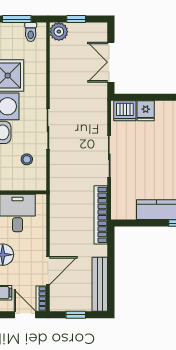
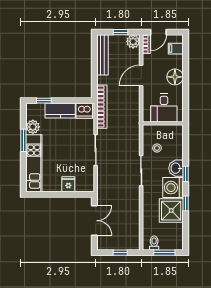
plant: (59, 32) -> (133, 41), moved
dishwasher: (125, 111) -> (84, 111), moved, turned 180
door: (48, 271) -> (141, 76), moved
door: (25, 315) -> (158, 32), hinge flipped

